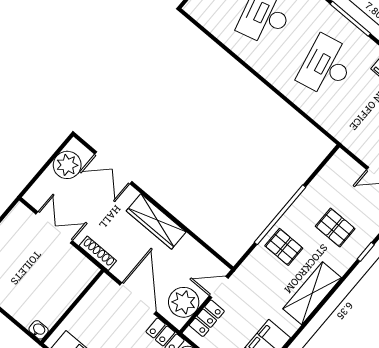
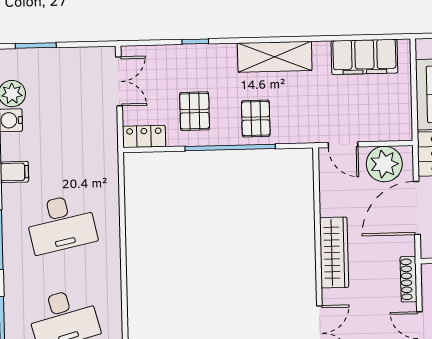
pallet: (335, 228) -> (195, 111), moved
locker: (207, 318) -> (144, 136), moved

